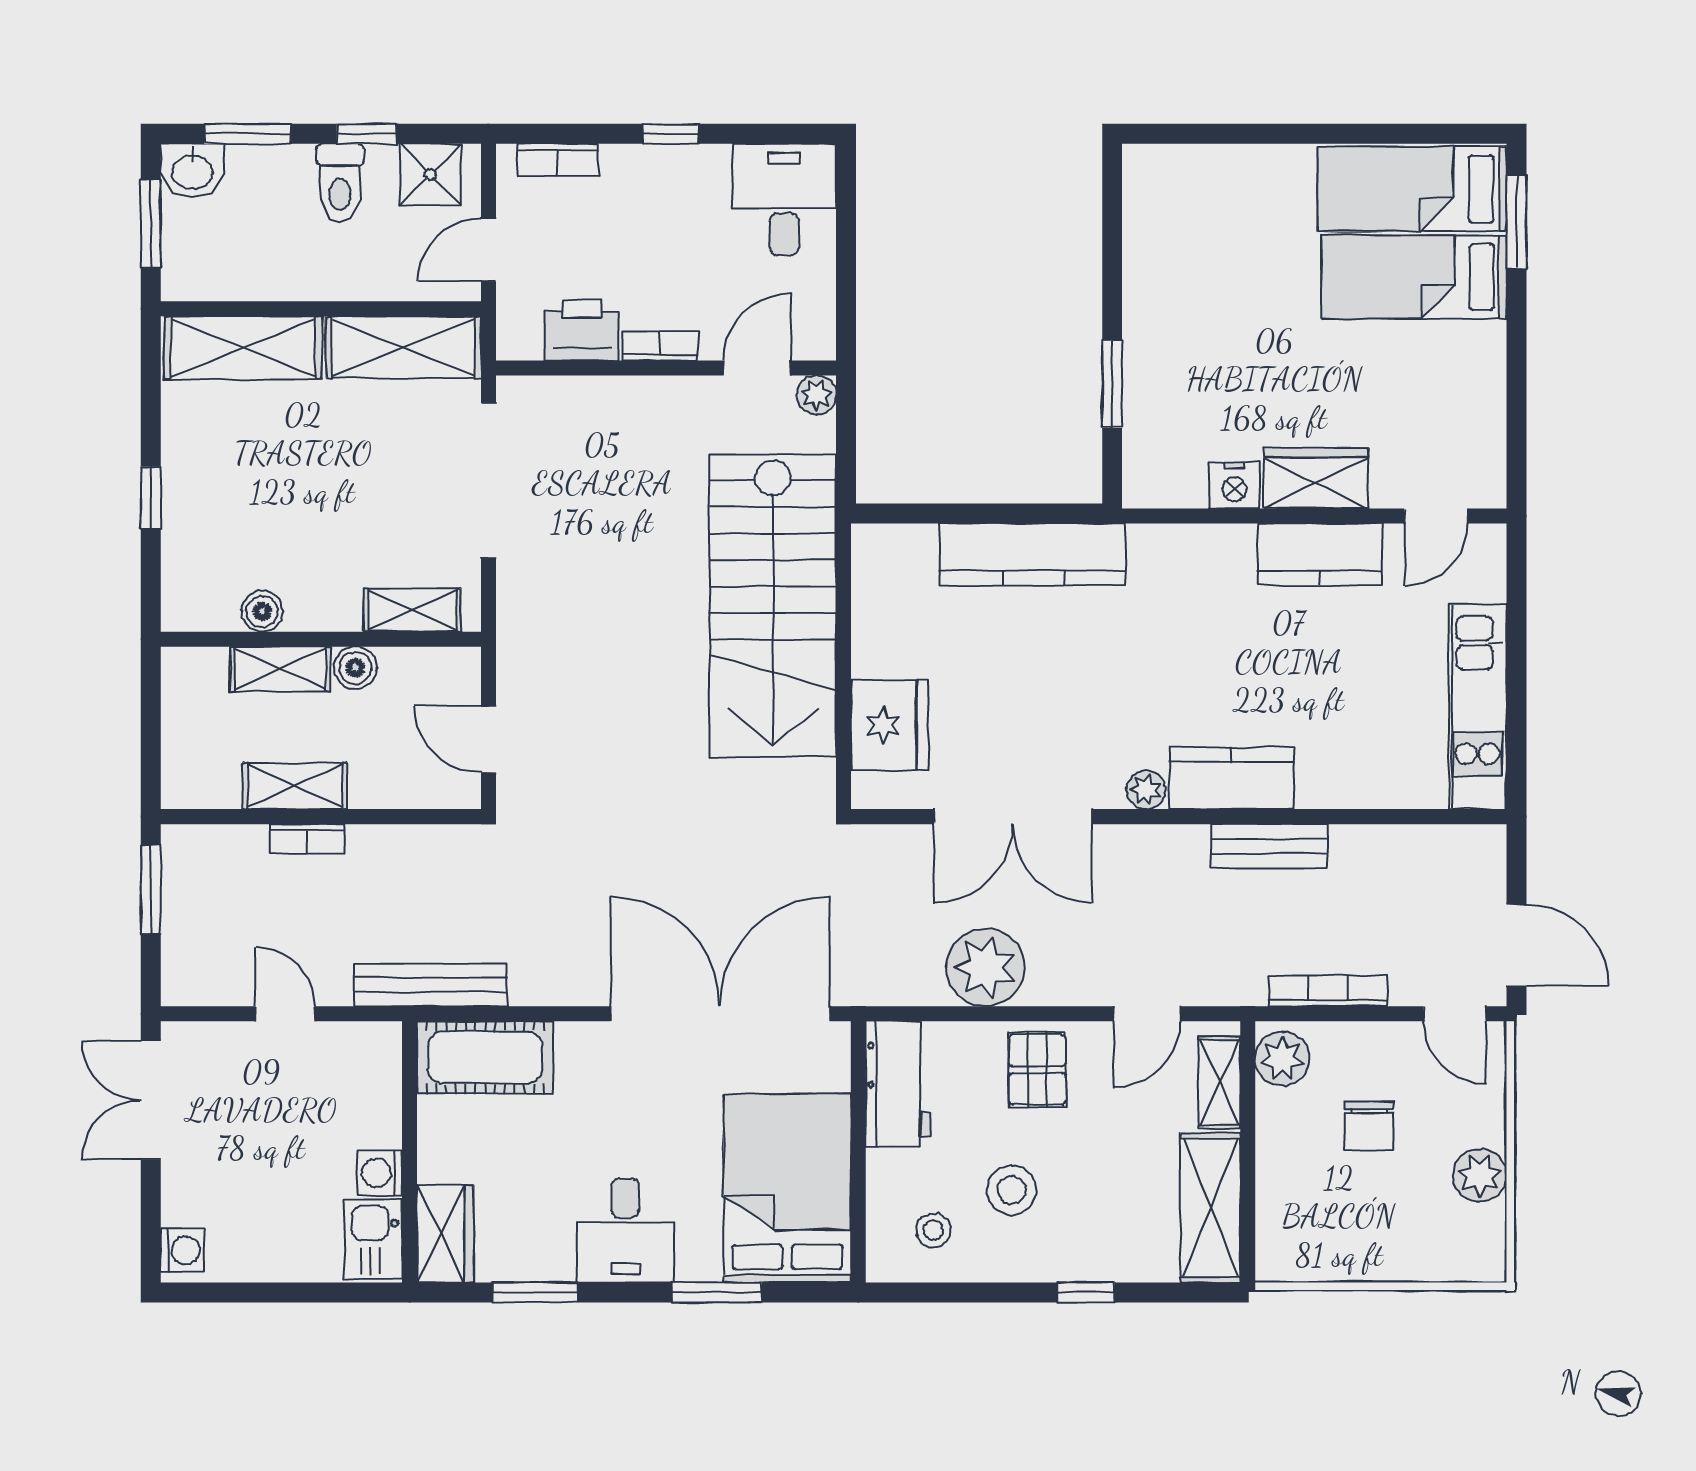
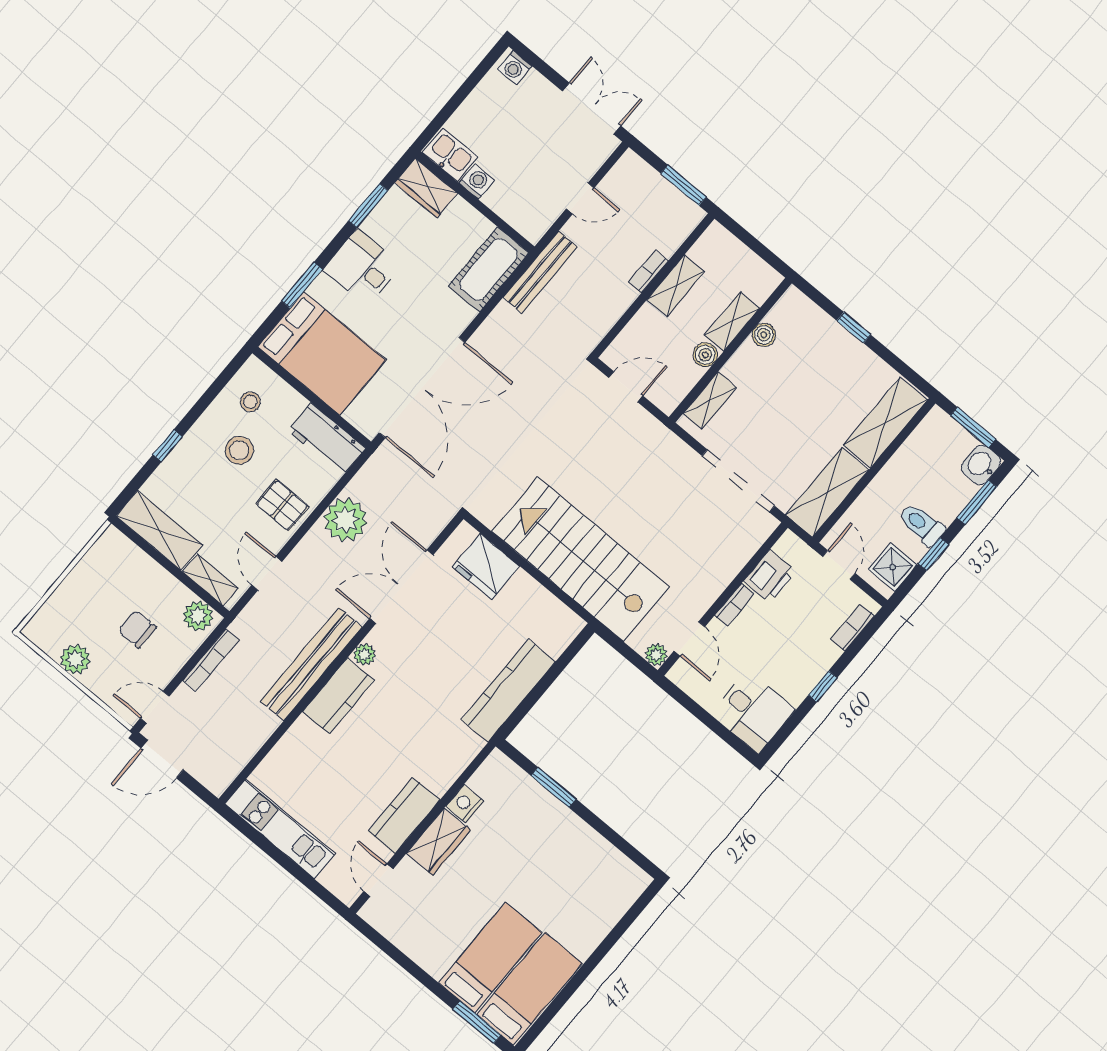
bench: (1269, 846) -> (311, 664), width x1.86, depth x1.21

